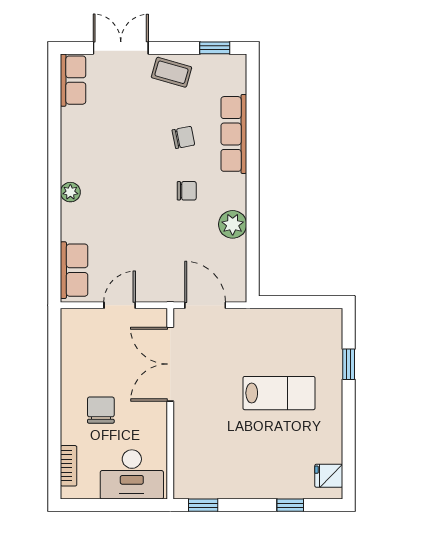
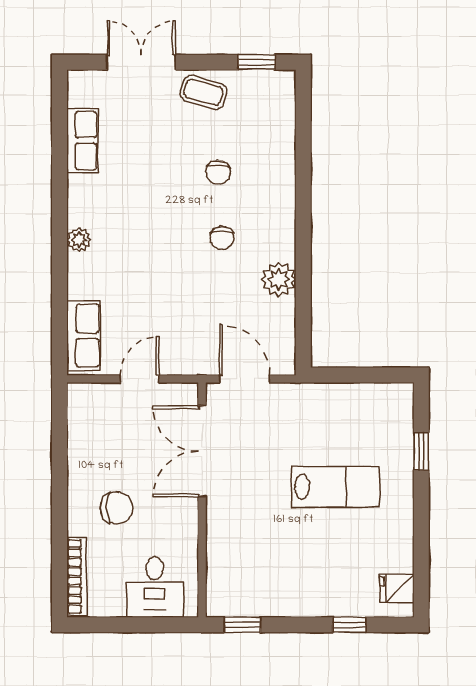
row of seats: (73, 80) -> (82, 141), moved
row of seats: (234, 134) -> (280, 168), removed
chair: (183, 137) -> (218, 172), turned 106
chair: (187, 191) -> (222, 238), turned 90
chair: (101, 410) -> (117, 508), turned 90
bookcase: (69, 466) -> (77, 576), width x1.56
desk: (132, 474) -> (155, 587), width x0.73

